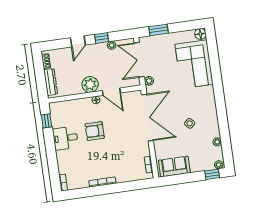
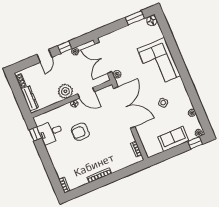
window: (159, 30) -> (135, 18), moved
corner sofa: (194, 64) -> (159, 62), moved
desk: (65, 138) -> (51, 132), moved
sofa: (174, 167) -> (173, 139), moved

